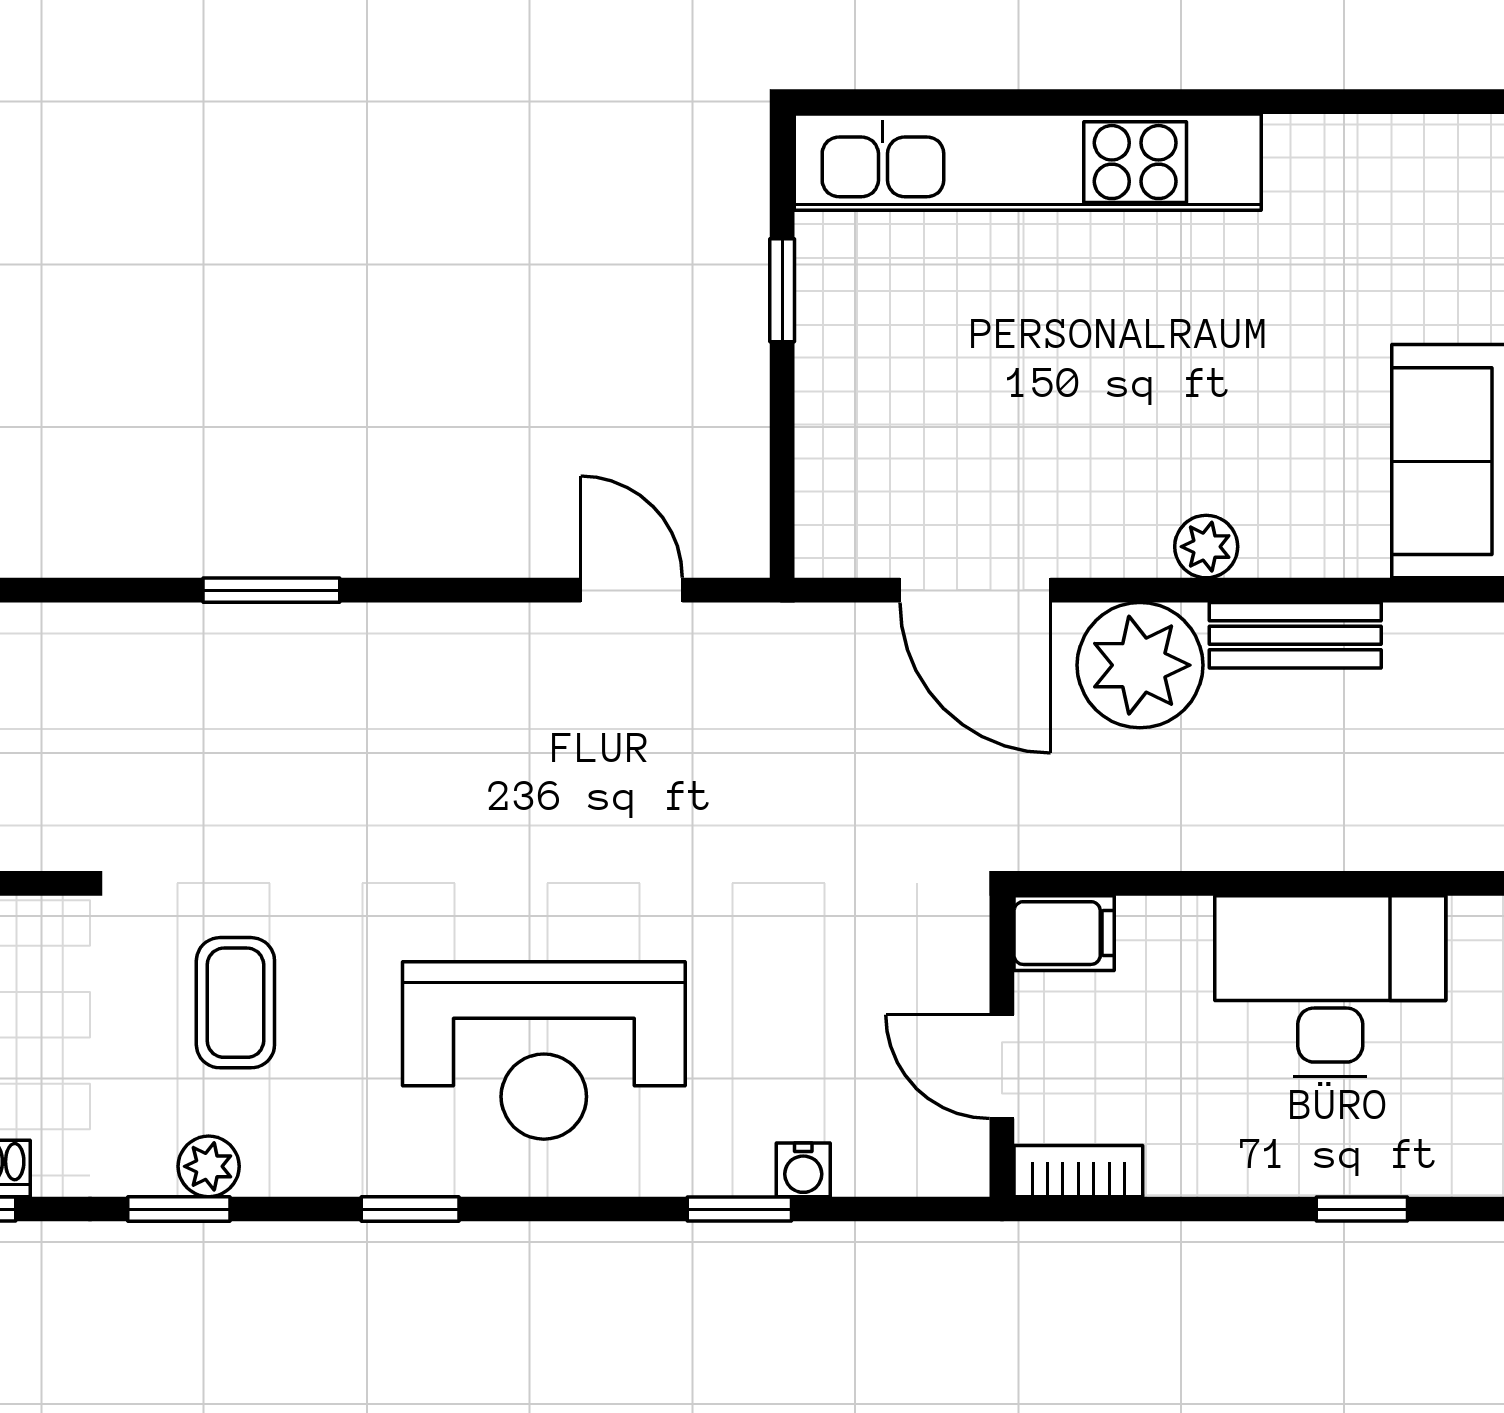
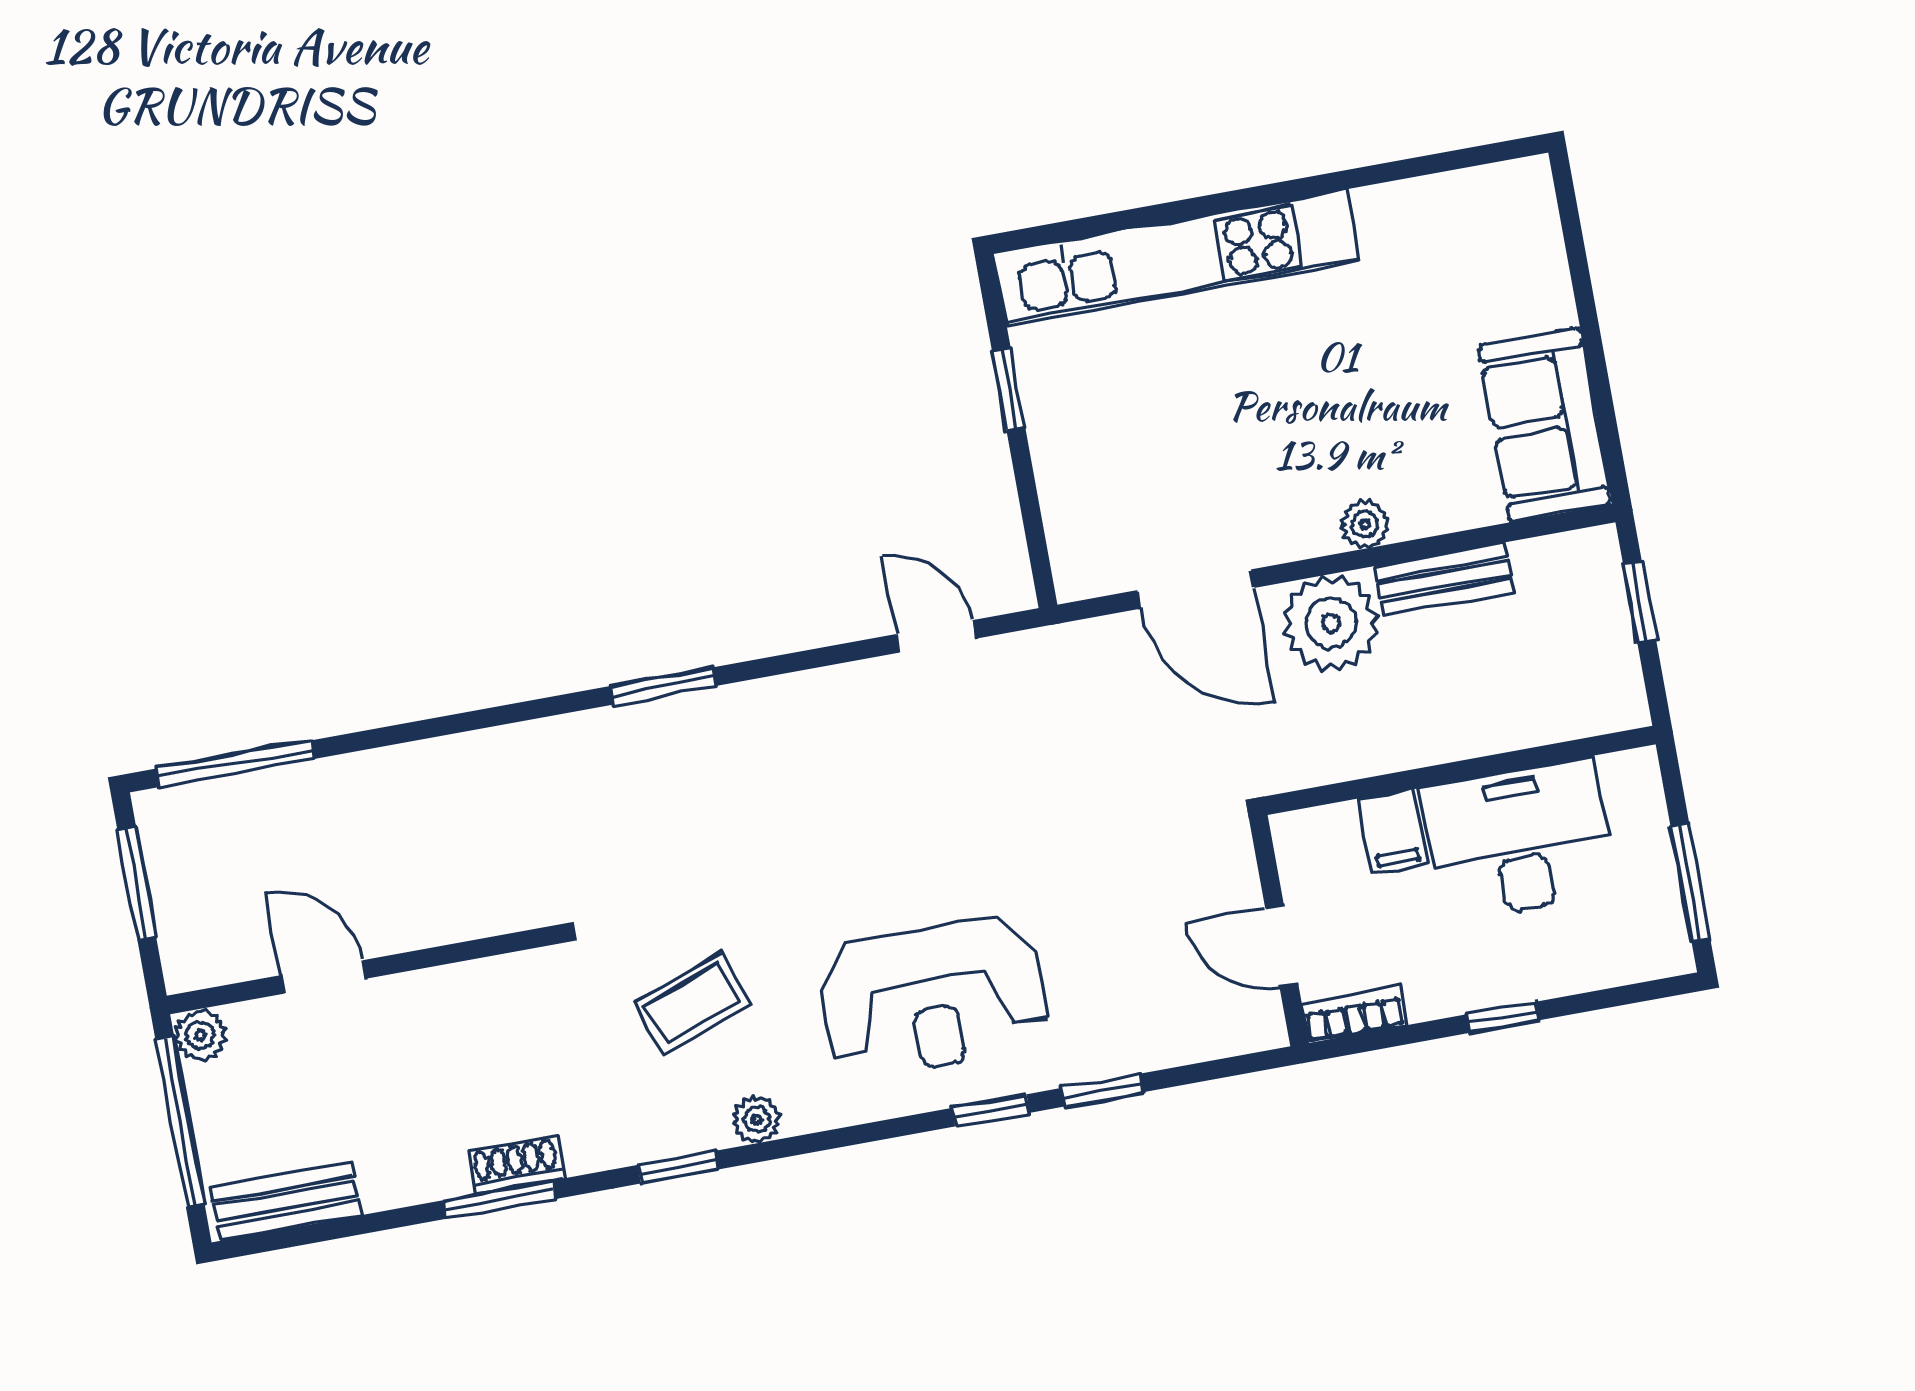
filing cabinet: (1064, 933) -> (1393, 831), moved, turned 90
coffee table: (235, 1003) -> (693, 1003), turned 70
plant: (209, 1166) -> (757, 1120), moved
water cooler: (803, 1170) -> (1146, 1052), removed
window: (410, 1209) -> (991, 1110), moved
window: (1362, 1209) -> (1502, 1017), moved

